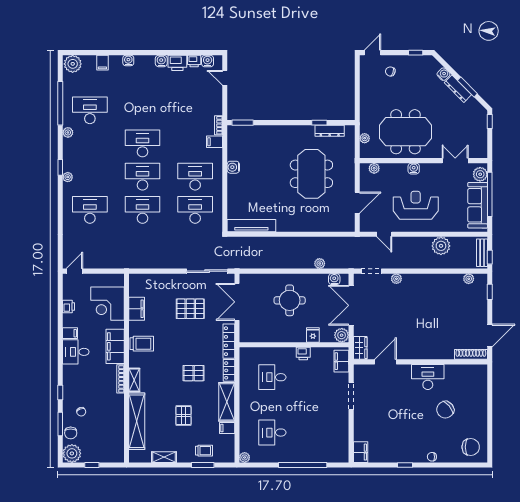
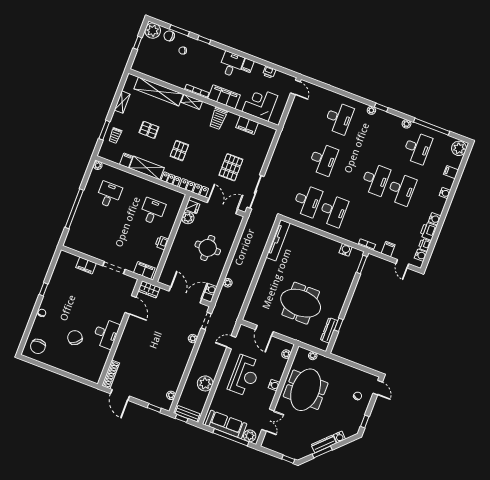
door: (225, 78) -> (402, 264), swing flipped
filing cabinet: (214, 142) -> (388, 249), moved
water cooler: (233, 167) -> (346, 250), moved
desk: (142, 177) -> (401, 189), moved
fridge: (313, 335) -> (192, 207), moved
plant: (342, 335) -> (188, 218), moved
filing cabinet: (361, 452) -> (86, 265), moved

